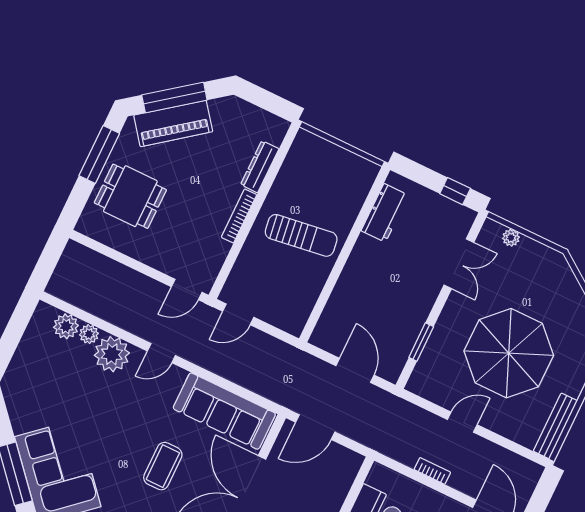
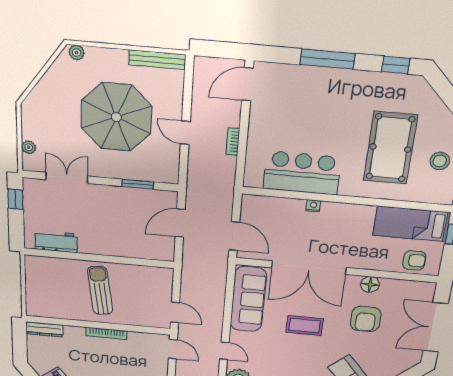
dresser: (260, 167) -> (44, 329), moved

